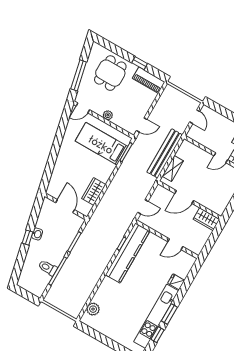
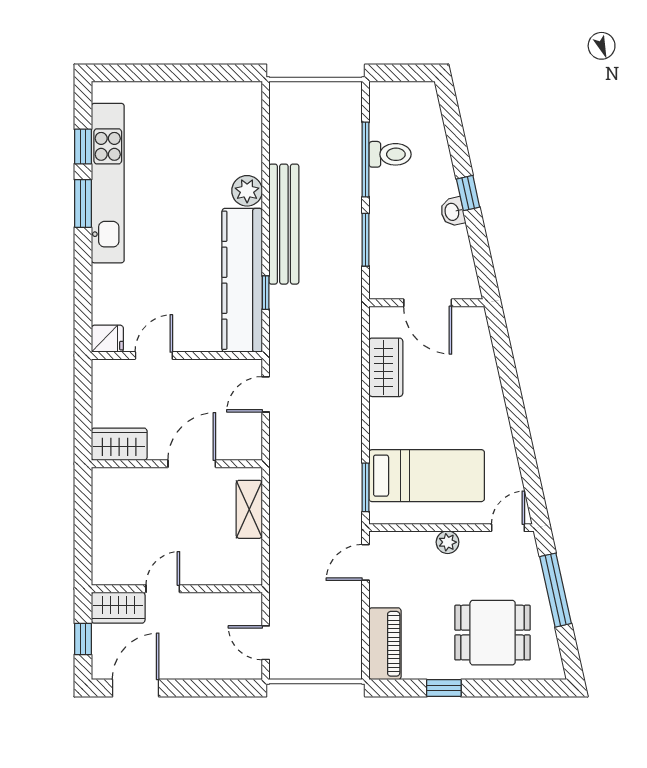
dining table: (110, 73) -> (493, 633), turned 90
piano: (149, 80) -> (385, 644), moved, turned 90
bench: (165, 153) -> (284, 224), moved
fridge: (176, 282) -> (107, 339), moved
plant: (93, 309) -> (247, 191), moved

